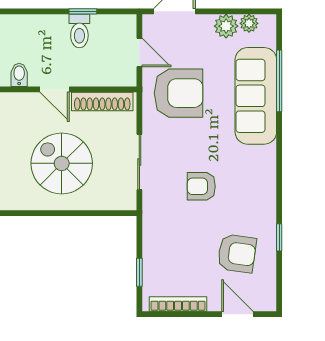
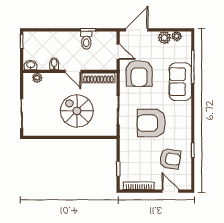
armchair: (179, 93) -> (139, 73), turned 90
sofa: (256, 96) -> (180, 82), width x0.73
armchair: (201, 186) -> (151, 123), width x1.88, depth x1.88

